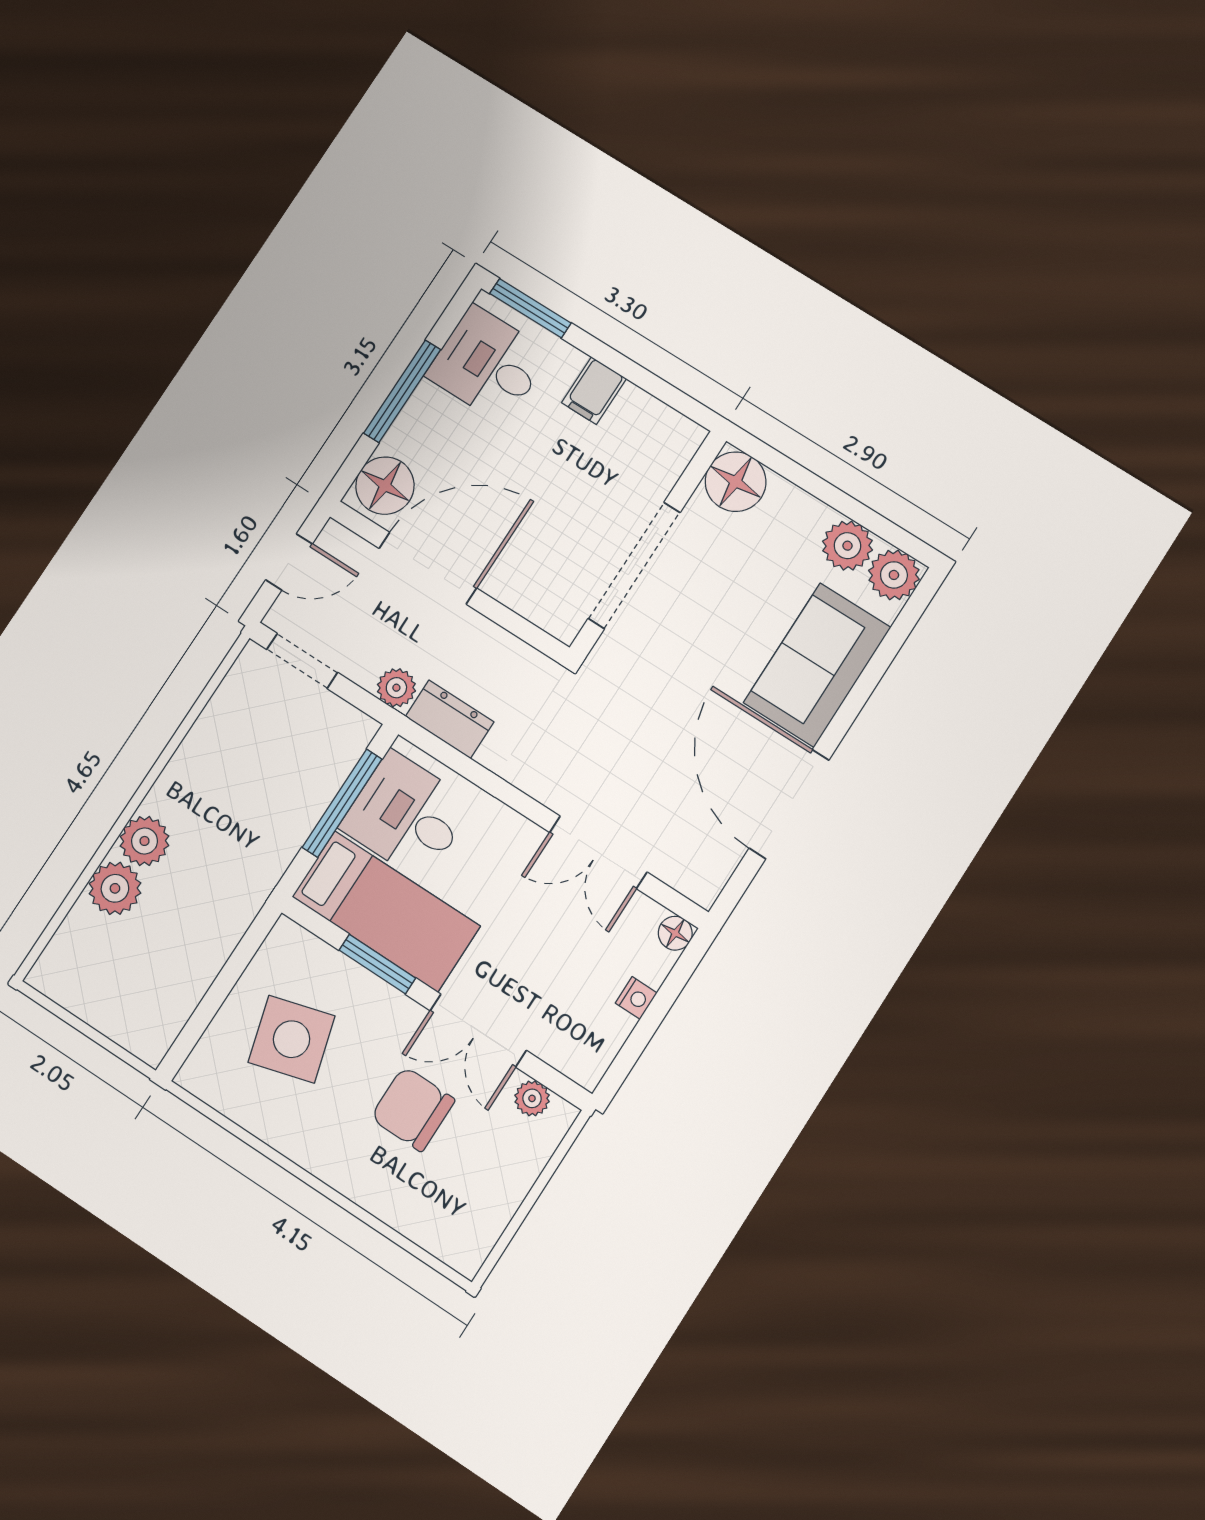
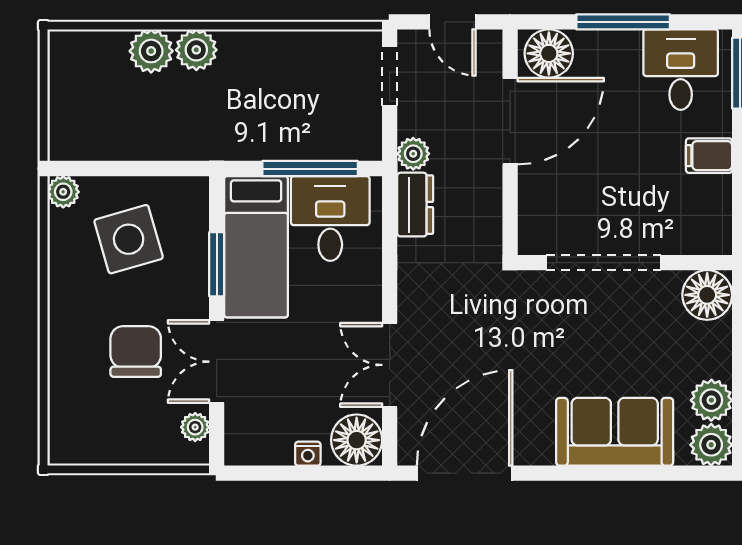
door: (428, 568) -> (510, 121), hinge flipped
door: (789, 804) -> (465, 473), moved
floor lamp: (675, 933) -> (357, 440), width x1.89, depth x1.89
plant: (198, 1075) -> (63, 192), added

